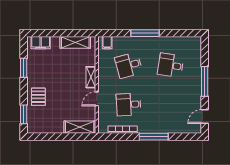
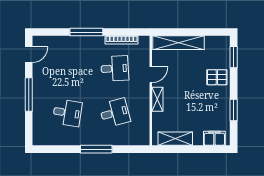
filing cabinet: (107, 43) -> (139, 138), removed
pallet: (38, 97) -> (217, 77), turned 90
shelving: (80, 127) -> (178, 43), width x1.47

